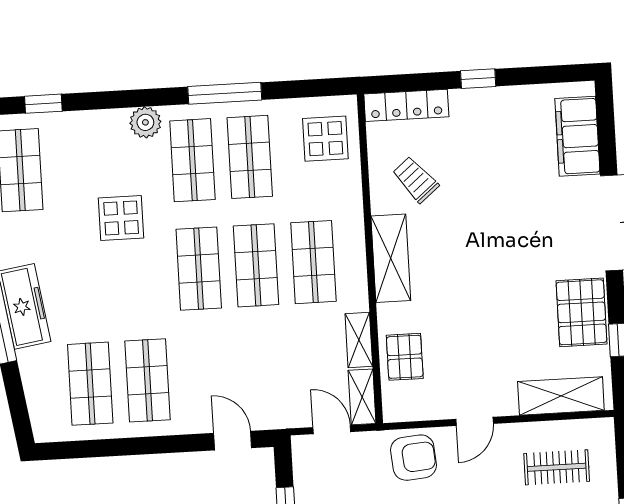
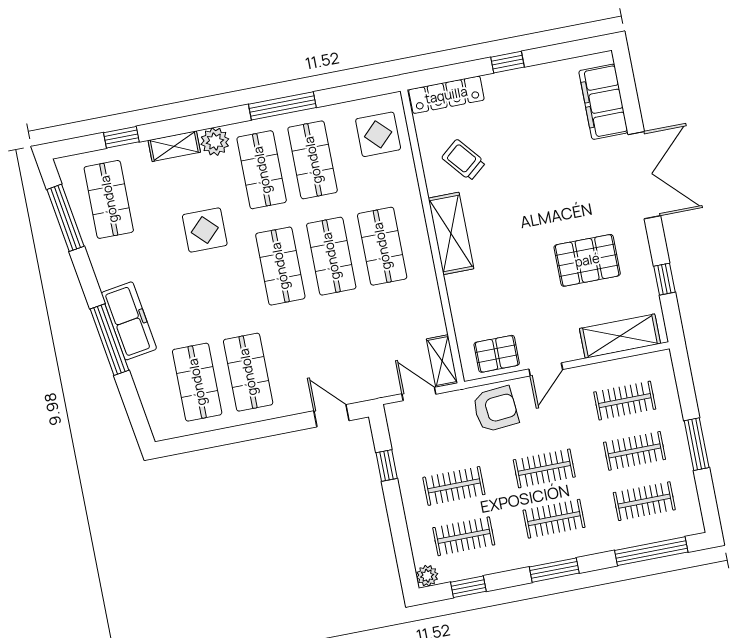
pallet: (581, 312) -> (587, 260), moved, turned 90
shelving: (359, 340) -> (174, 146), moved, turned 90
pallet: (405, 357) -> (497, 354), moved, turned 90

